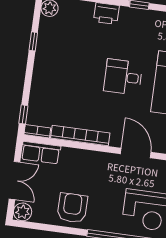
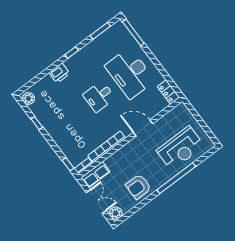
armchair: (72, 208) -> (138, 187), turned -90

